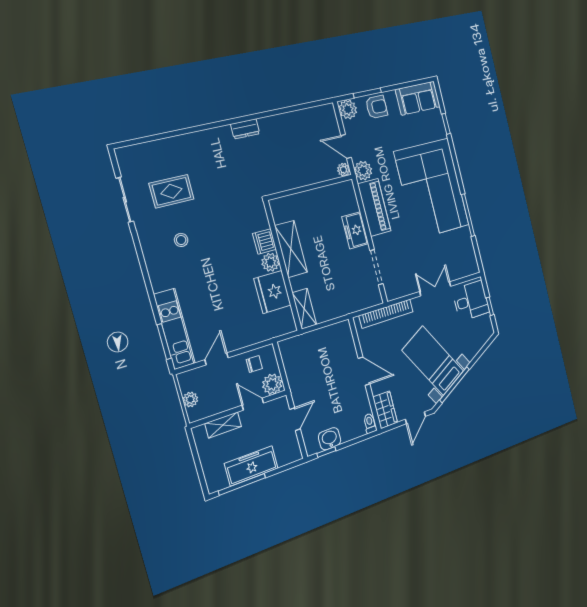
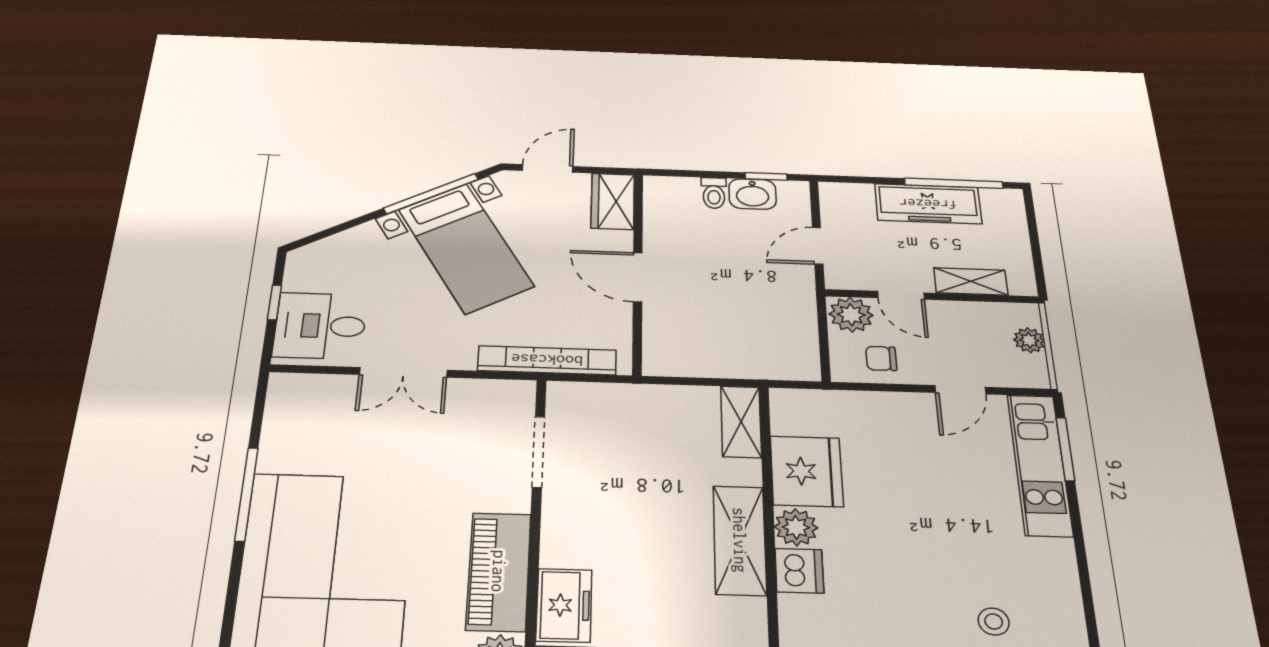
freezer: (355, 230) -> (564, 605), moved
toilet: (370, 423) -> (714, 193), moved

